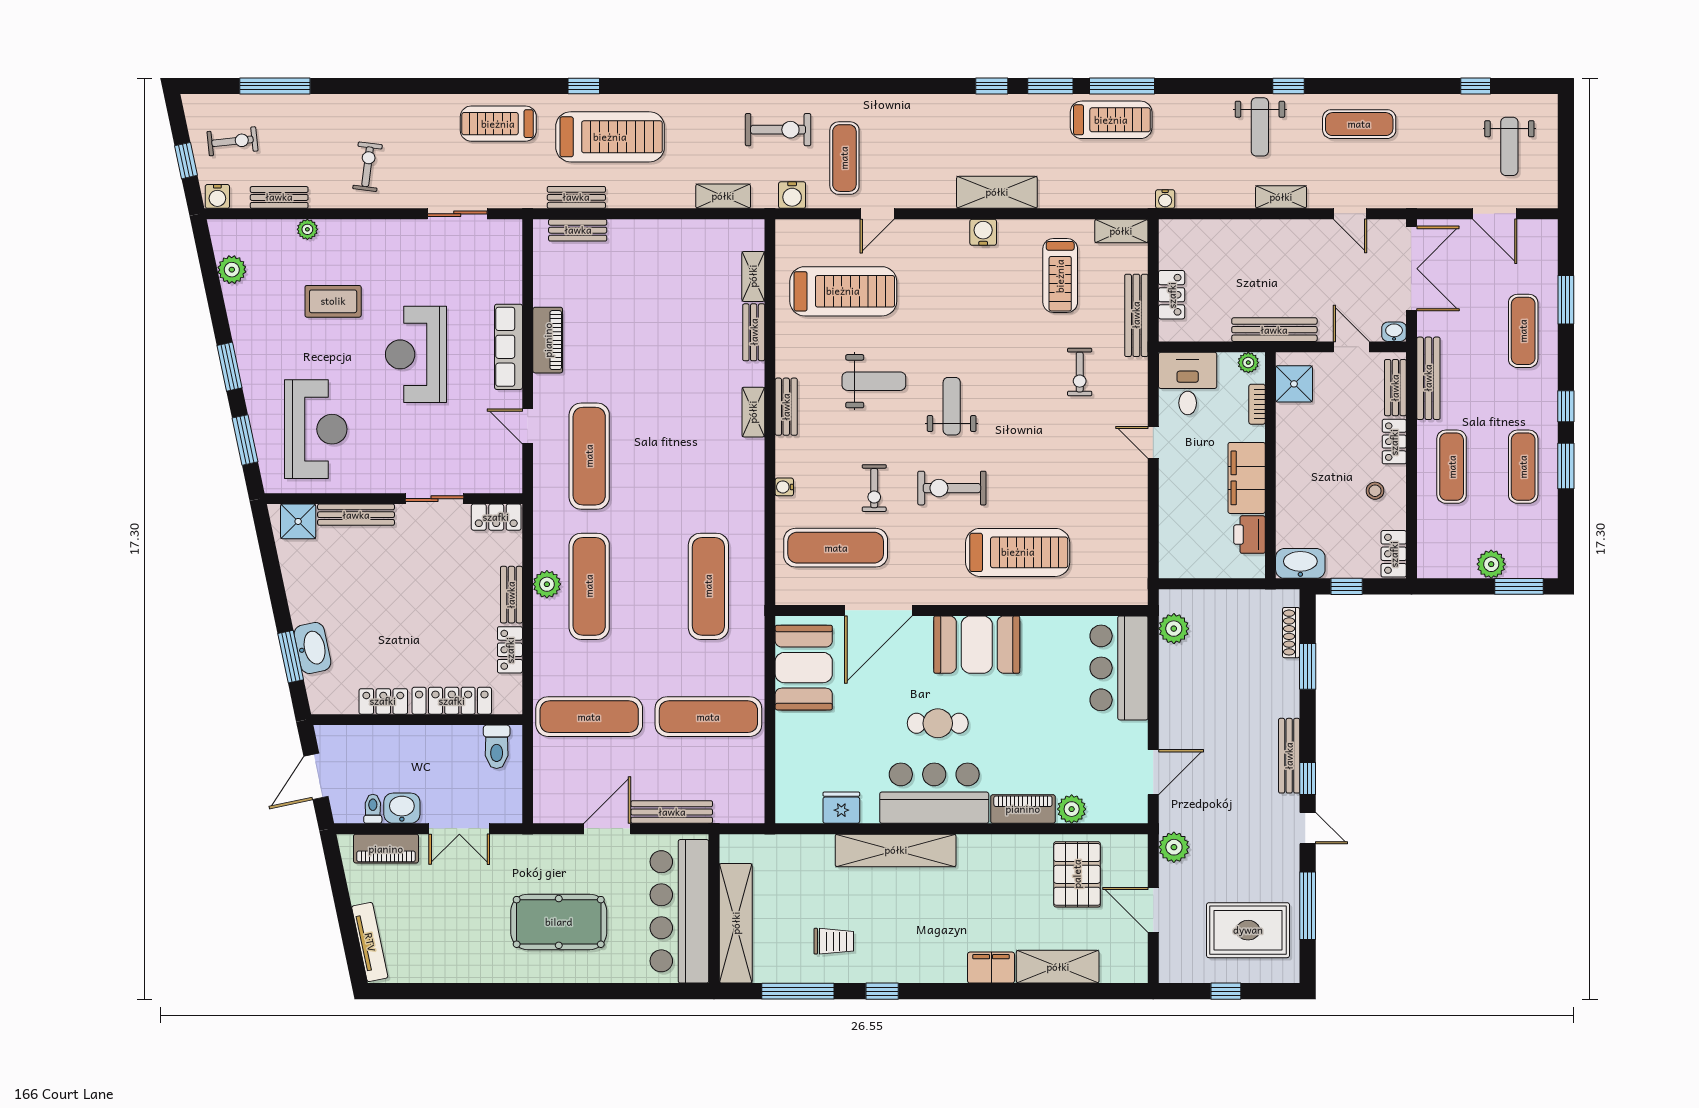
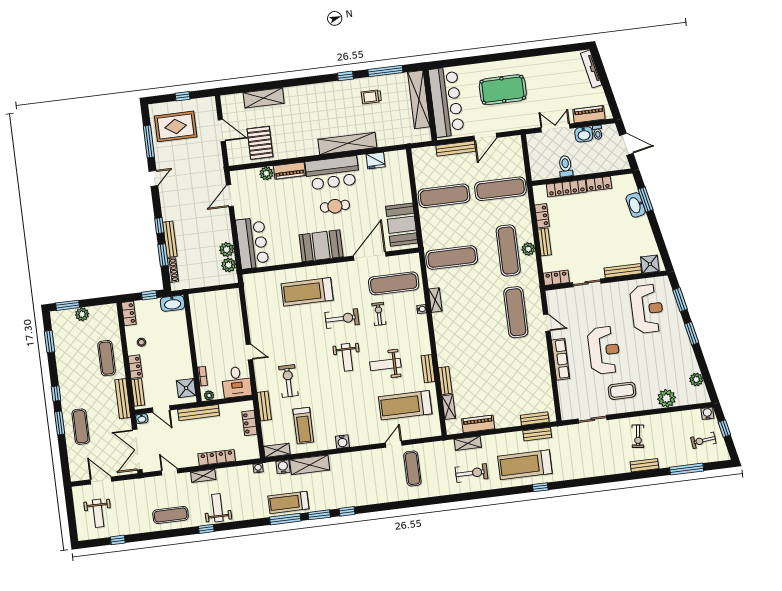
treadmill: (498, 124) -> (579, 464), removed
exercise bike: (778, 130) -> (472, 473), moved, turned 180
weight bench: (1509, 146) -> (98, 513), turned 180
shelving: (997, 192) -> (310, 465), moved
water cooler: (792, 195) -> (283, 467), moved
bench: (279, 197) -> (644, 465), moved
plant: (307, 229) -> (667, 398), width x1.88, depth x1.88
locker: (1248, 232) -> (217, 457), added
treadmill: (1060, 276) -> (303, 426), turned 180
window: (1566, 300) -> (60, 423), moved
coffee table: (333, 301) -> (622, 391), moved
bench: (1136, 315) -> (264, 406), width x0.73
piano: (548, 340) -> (478, 424), moved, turned 90
exercise bike: (1080, 372) -> (288, 381), width x1.38, depth x1.39
bench: (786, 407) -> (428, 369), moved
shelving: (753, 412) -> (435, 300), moved
reception desk: (316, 429) -> (647, 309), turned 180
window: (1566, 466) -> (49, 341), moved
exercise mat: (1523, 467) -> (73, 362), removed
filing cabinet: (1247, 478) -> (203, 341), removed
printer: (1249, 535) -> (198, 314), removed
exercise mat: (708, 586) -> (452, 258), turned 90
toilet: (497, 747) -> (566, 166), moved
bench: (1289, 756) -> (170, 239), moved
door: (316, 776) -> (626, 144), hinge flipped
window: (1308, 779) -> (159, 226), moved
door: (1308, 828) -> (153, 178), swing flipped
plant: (1174, 847) -> (227, 250), moved
filing cabinet: (991, 968) -> (295, 94), removed

